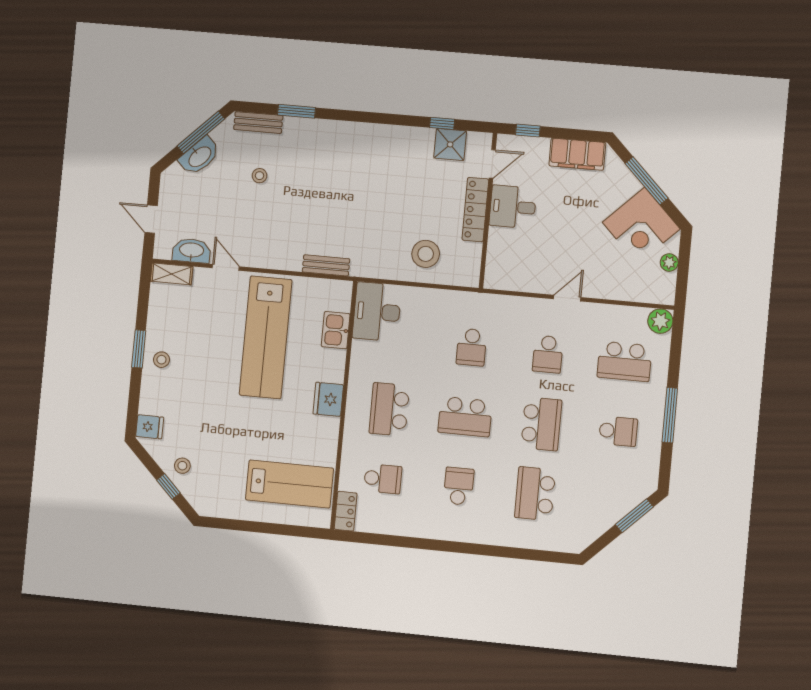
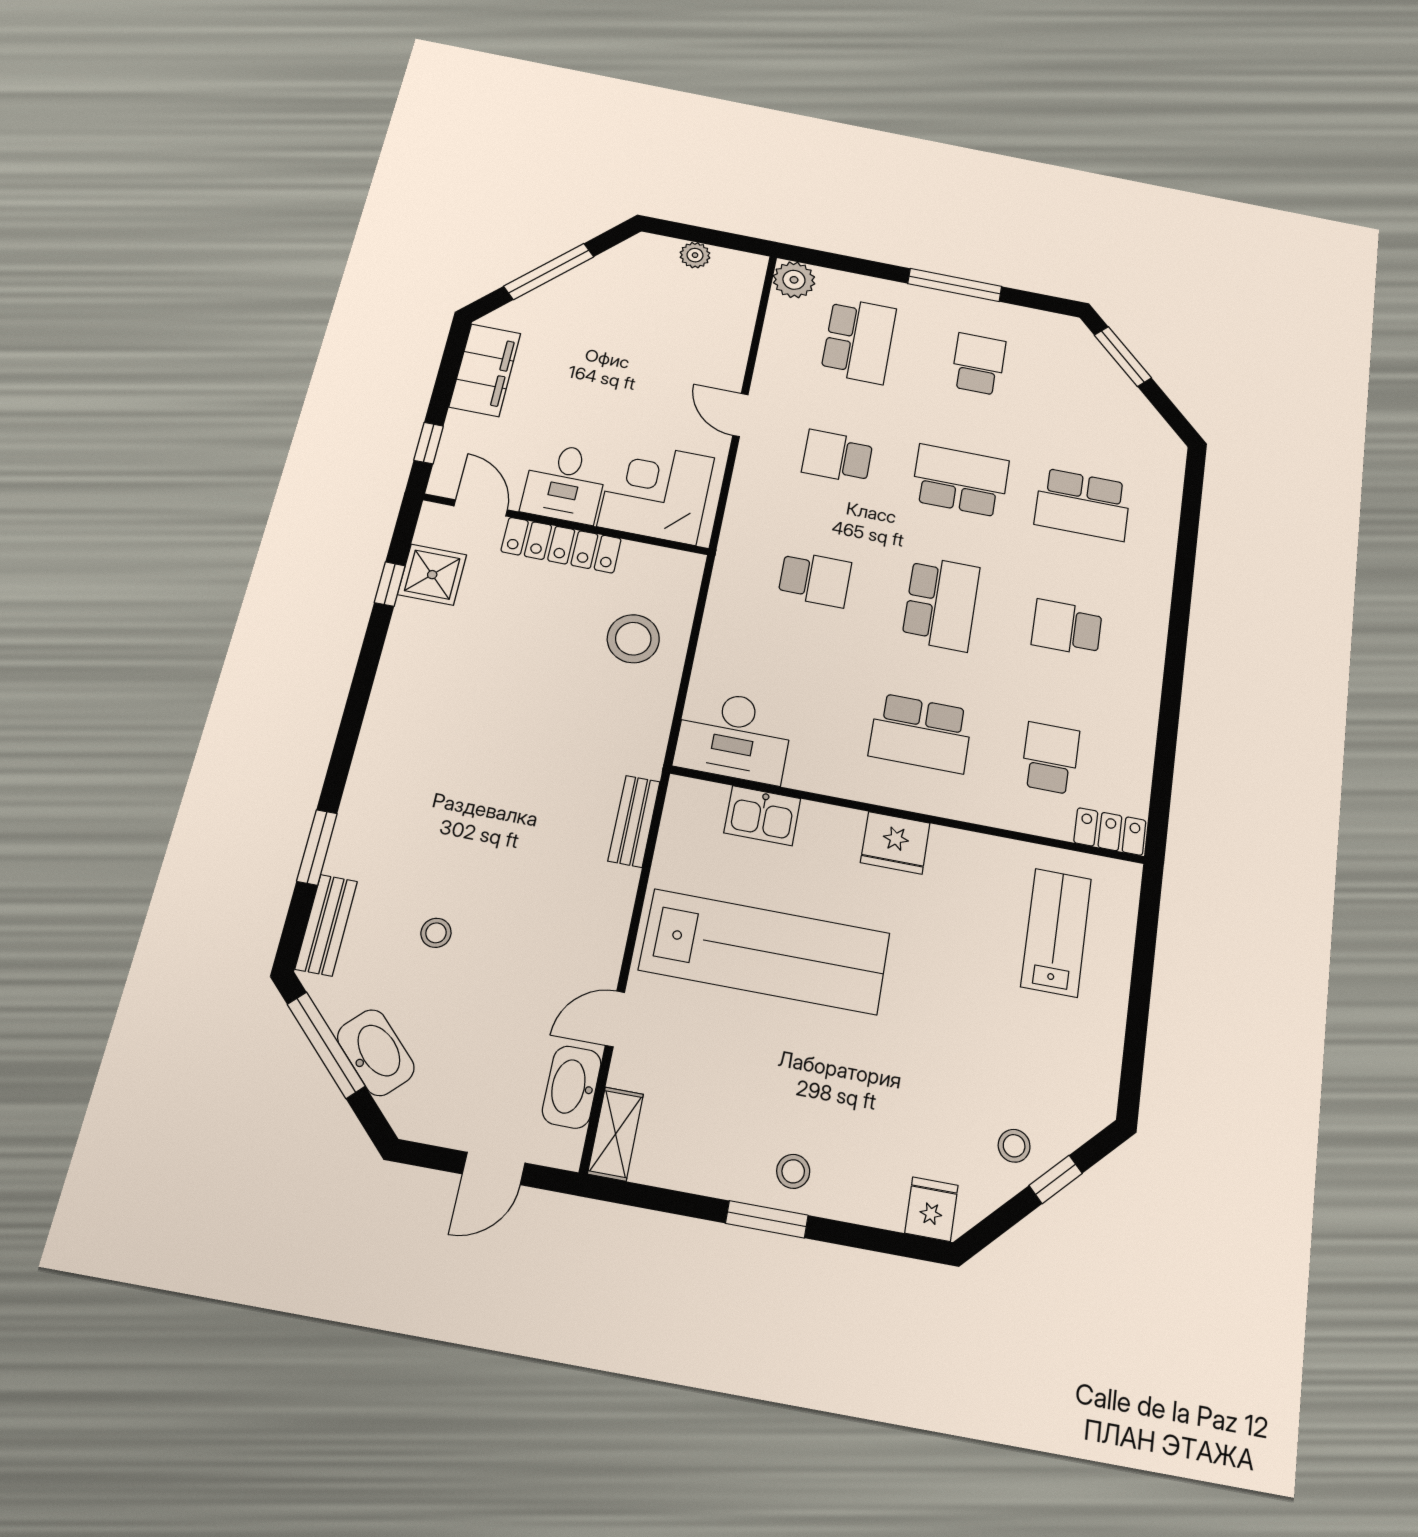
corner desk: (641, 226) -> (656, 492), moved, turned -135
school desk: (548, 354) -> (837, 457), turned 180
lab bench: (289, 484) -> (1056, 932), width x0.73, depth x0.72

